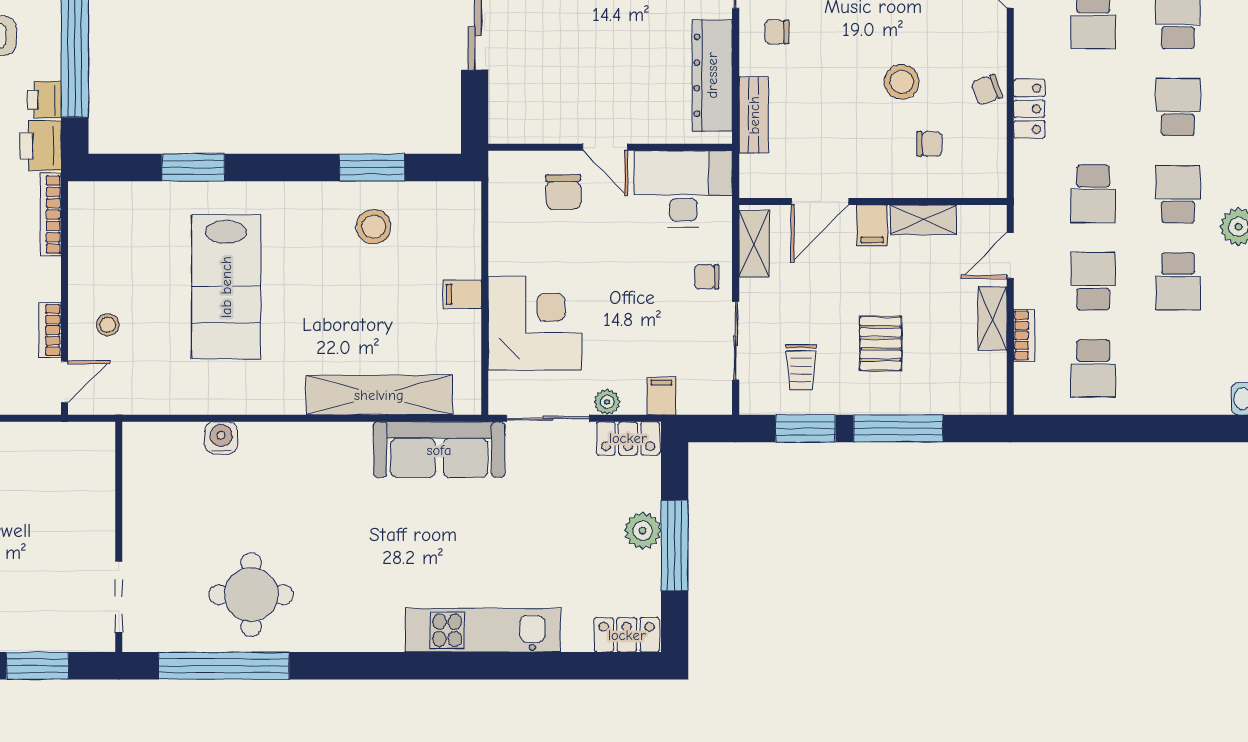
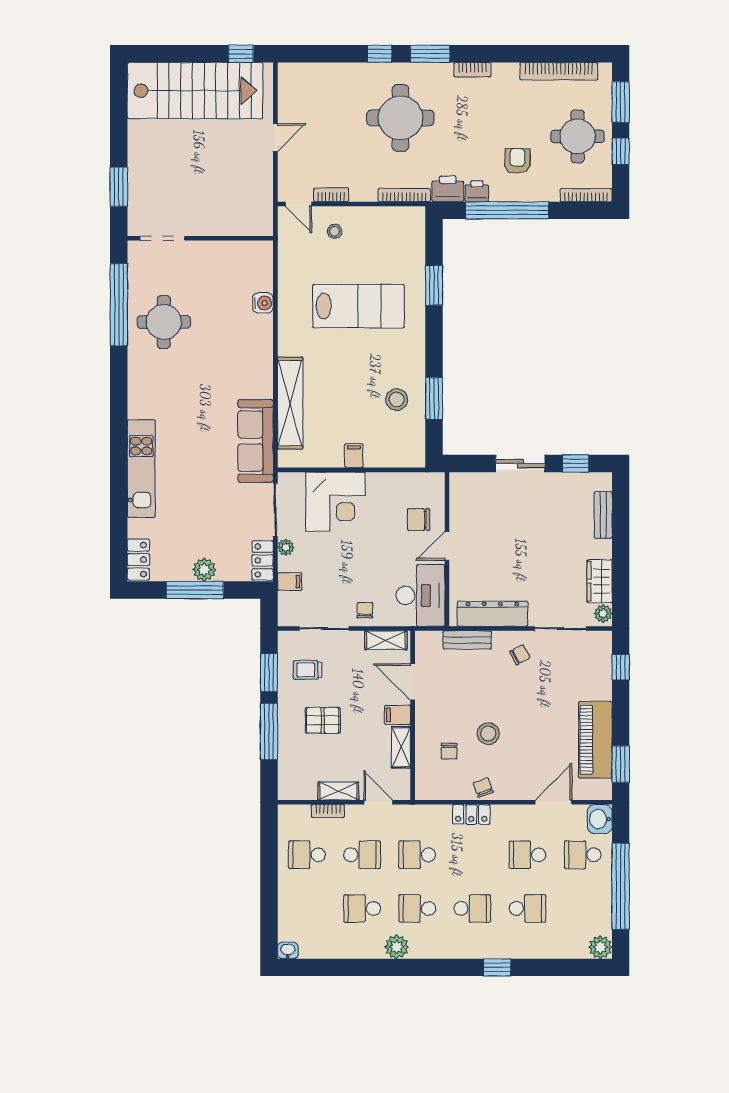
chair: (777, 32) -> (520, 655), turned 62
school desk: (1178, 194) -> (417, 908), turned 180
lab bench: (226, 287) -> (359, 306), turned 180

